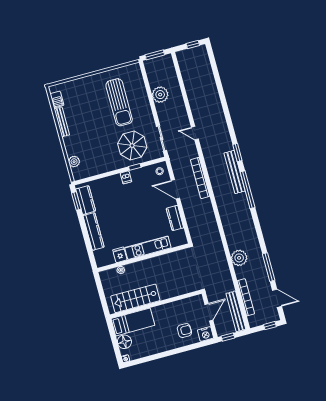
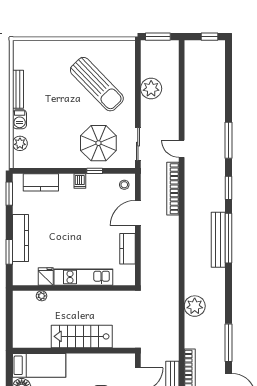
barbecue: (57, 99) -> (20, 119), moved
sun lounger: (119, 102) -> (97, 84), turned -44
window: (228, 117) -> (229, 140), added
bench: (235, 172) -> (218, 240), moved
bookcase: (200, 178) -> (173, 189), moved
door: (175, 189) -> (138, 213), hinge flipped
kitchen counter: (86, 200) -> (41, 182), moved, turned 90
window: (88, 244) -> (9, 252), added
plant: (239, 258) -> (195, 306), moved
stairs: (135, 298) -> (82, 336), moved

